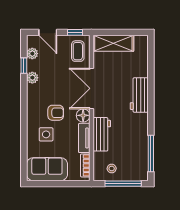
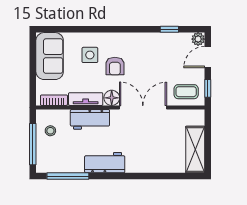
shelving: (113, 43) -> (195, 149), moved
plant: (32, 54) -> (198, 39), moved
plant: (32, 78) -> (155, 39), removed
workbench: (139, 95) -> (105, 163), moved

